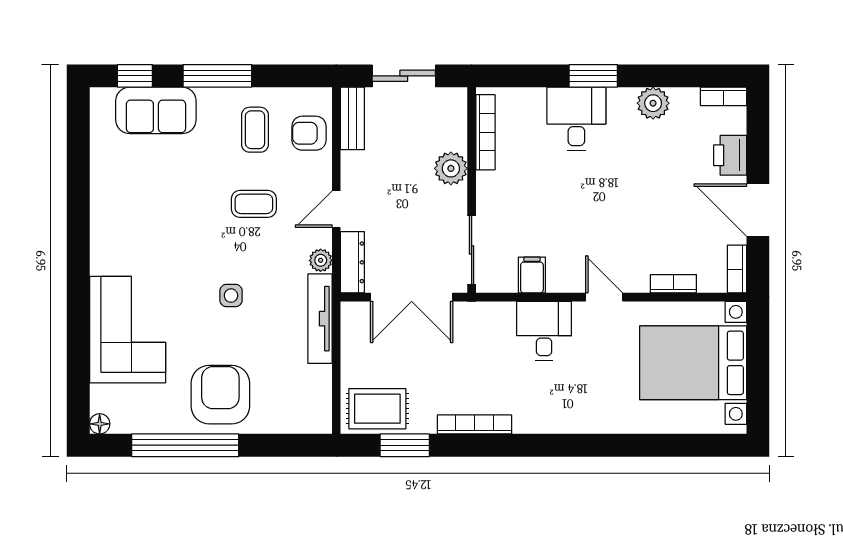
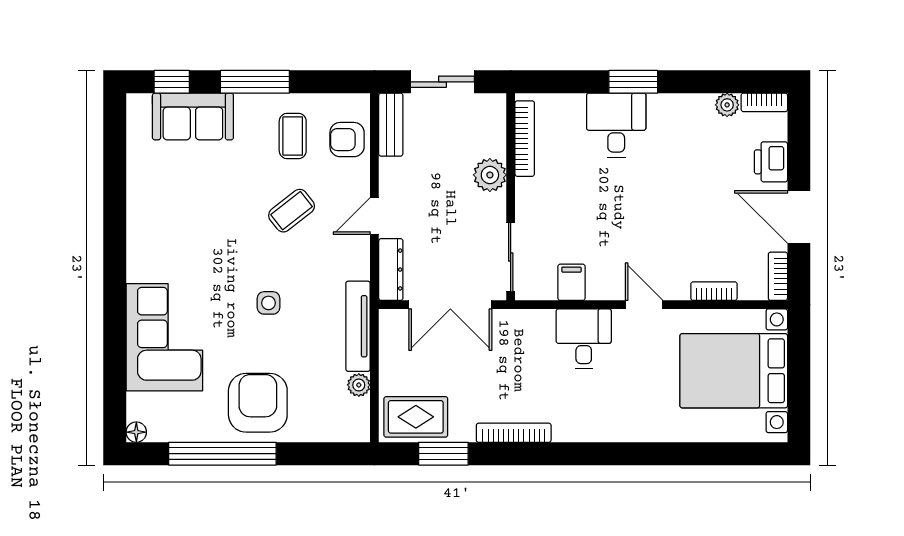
plant: (653, 103) -> (727, 105), moved, width x0.73, depth x0.73
coffee table: (254, 204) -> (292, 211), turned -38
plant: (321, 260) -> (359, 385), moved

